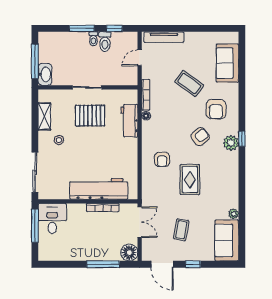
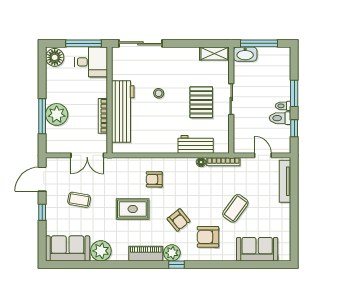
shelving: (44, 116) -> (214, 53), moved
stool: (59, 140) -> (159, 93), moved
piano: (232, 167) -> (146, 254), added
plant: (233, 214) -> (101, 251), width x1.87, depth x1.87
plant: (101, 251) -> (57, 114), added
floor lamp: (129, 253) -> (55, 57), moved

